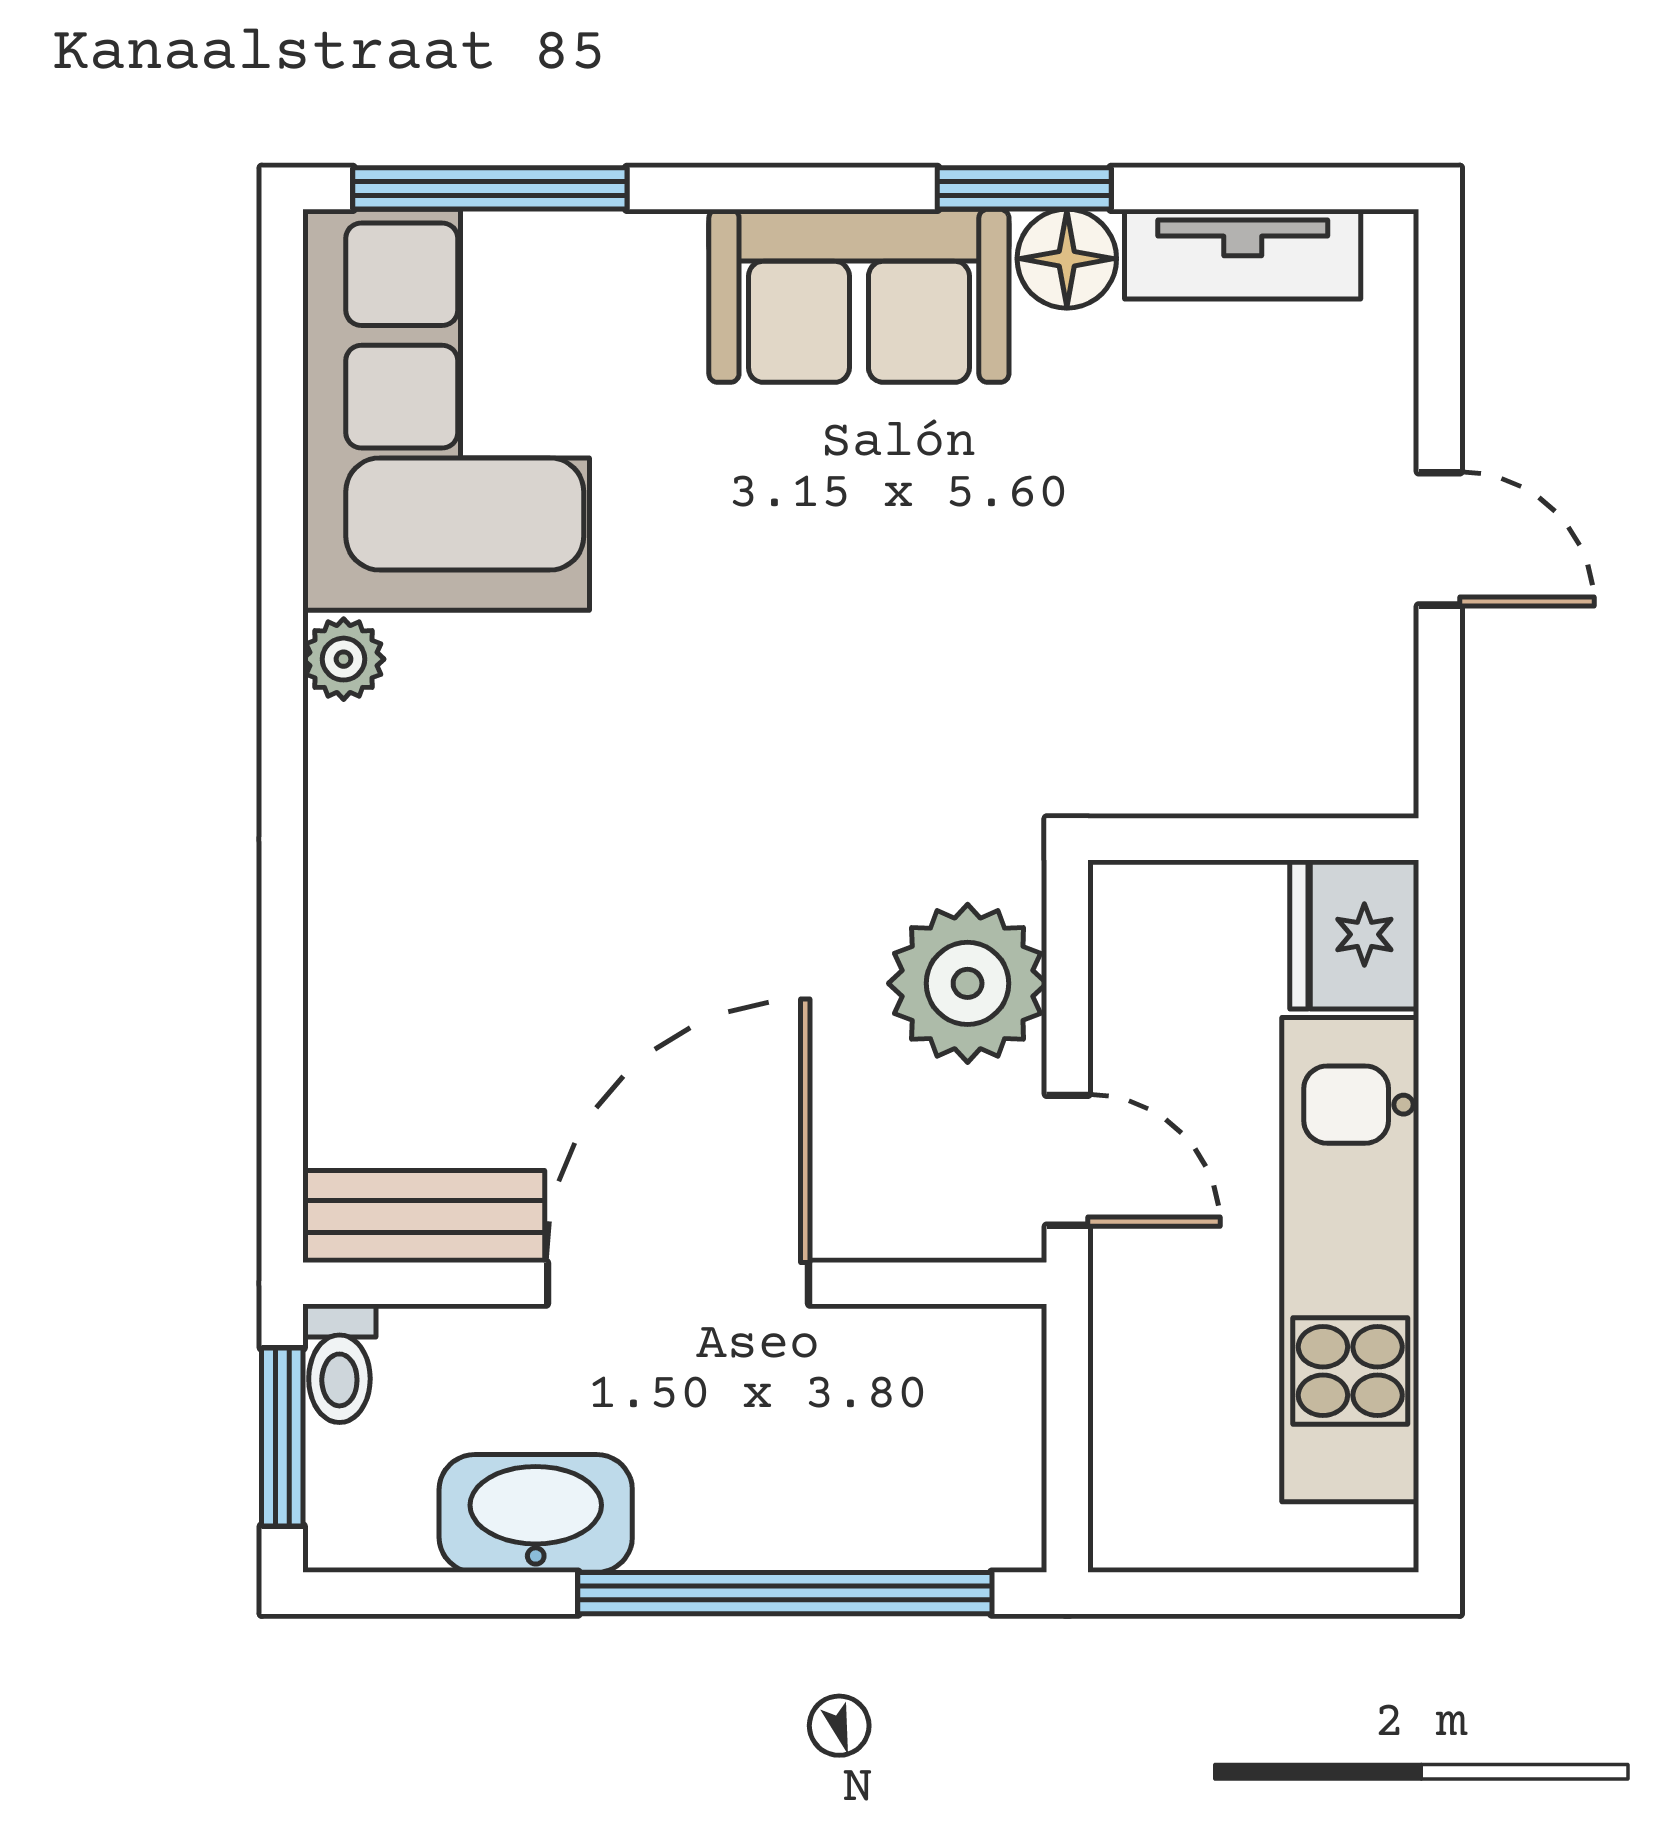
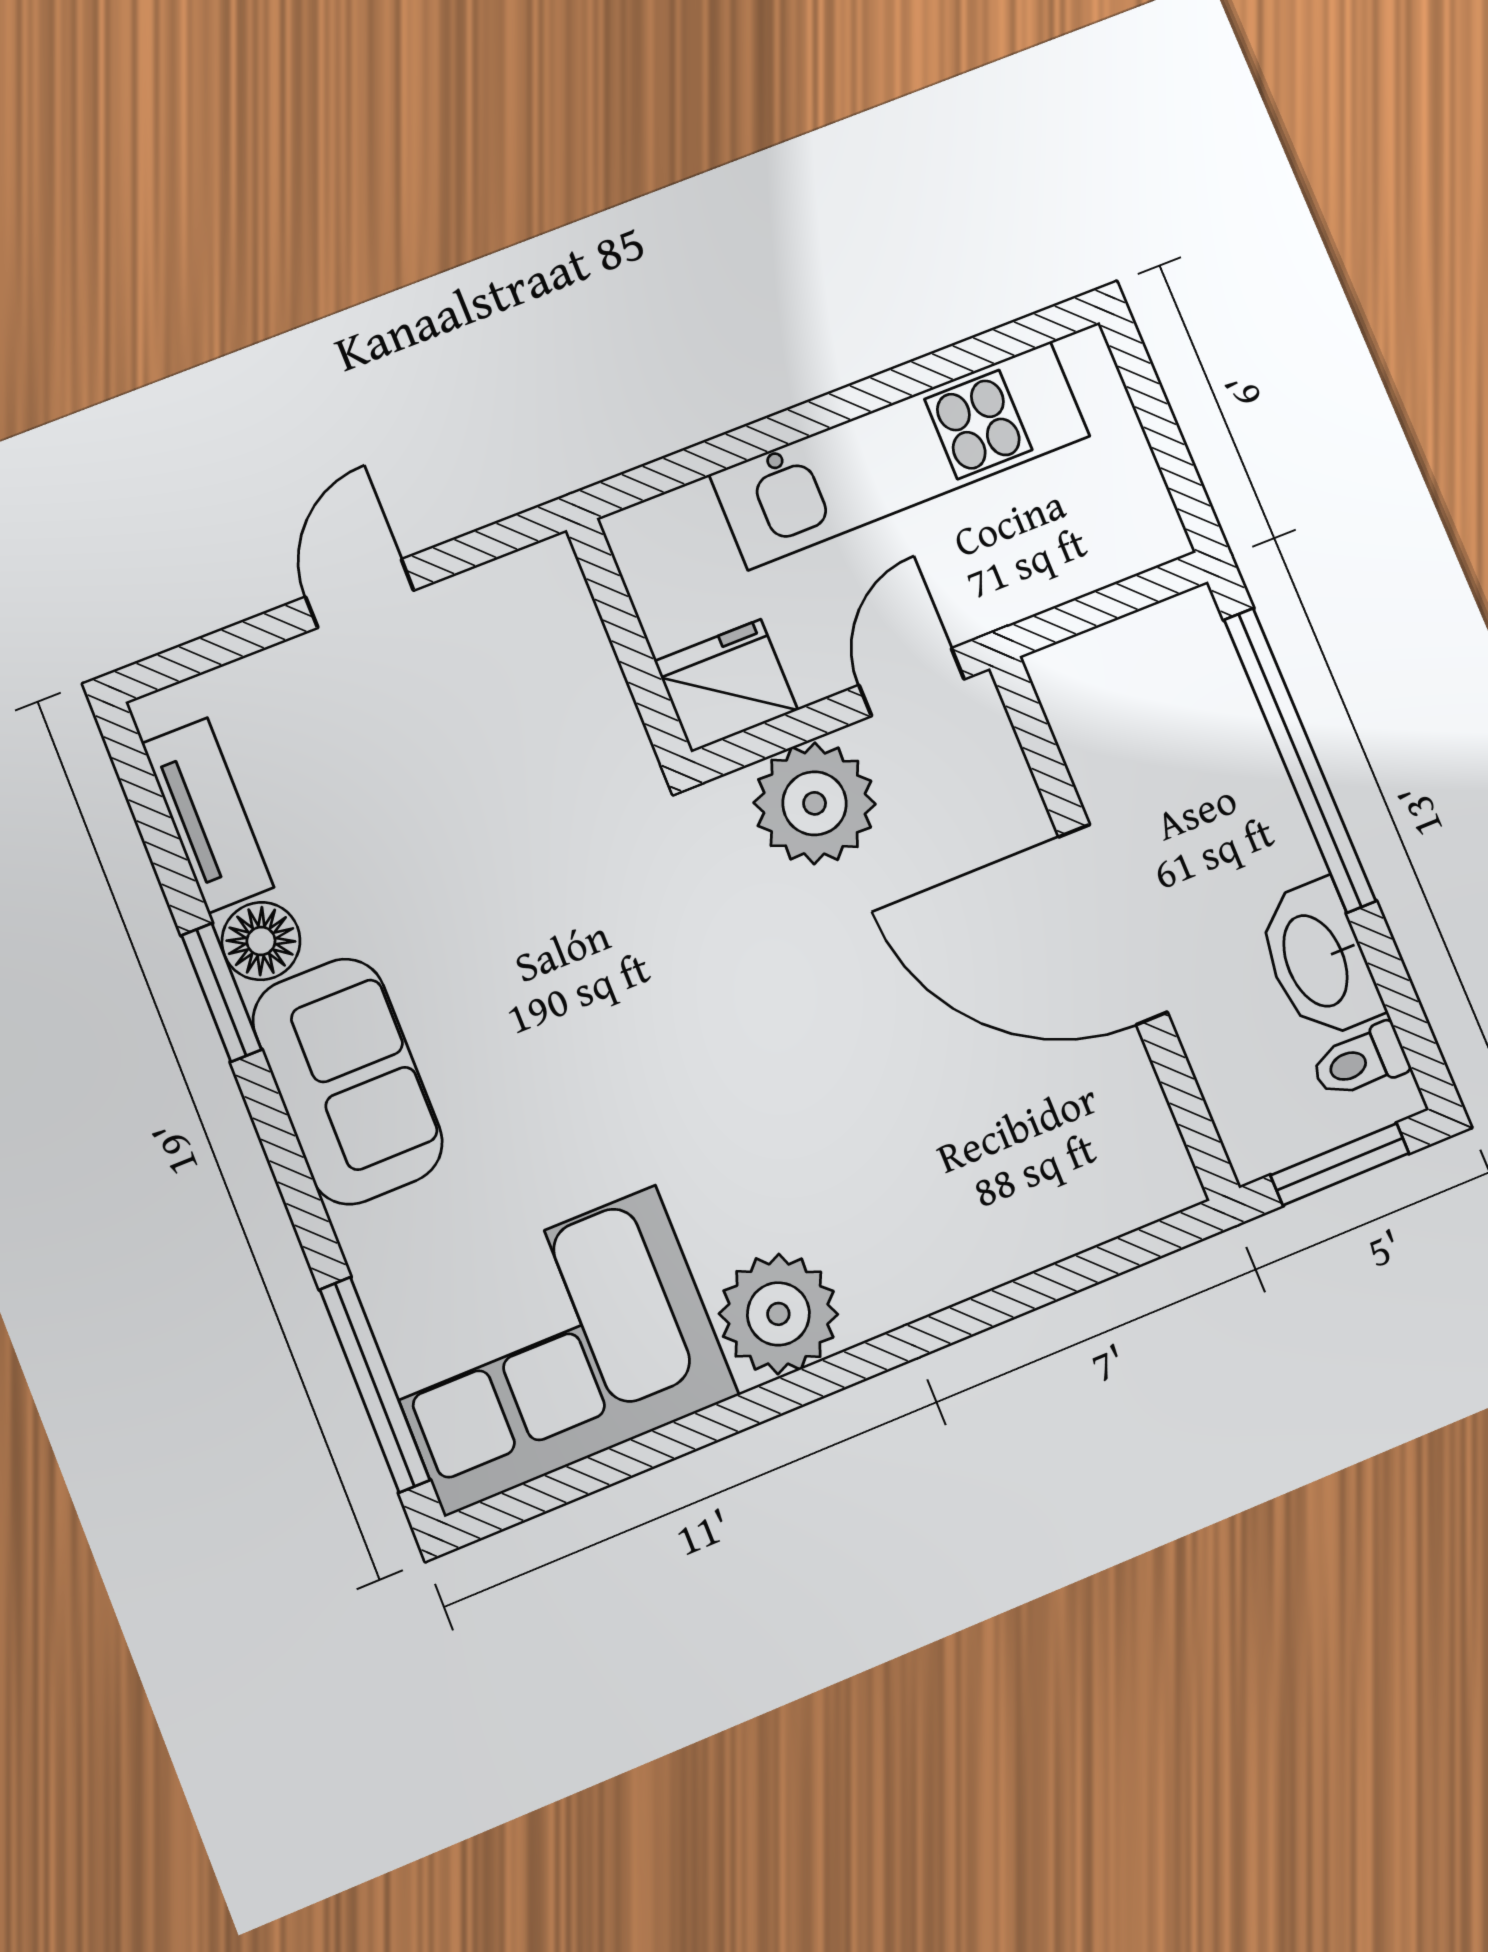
plant: (344, 659) -> (778, 1314), width x1.88, depth x1.88
fridge: (1354, 934) -> (726, 686), moved, turned 180
bench: (424, 1216) -> (1141, 1127), removed
toilet: (339, 1363) -> (1360, 1061), moved, turned 180

